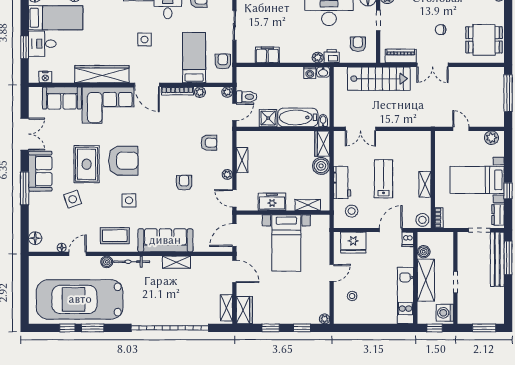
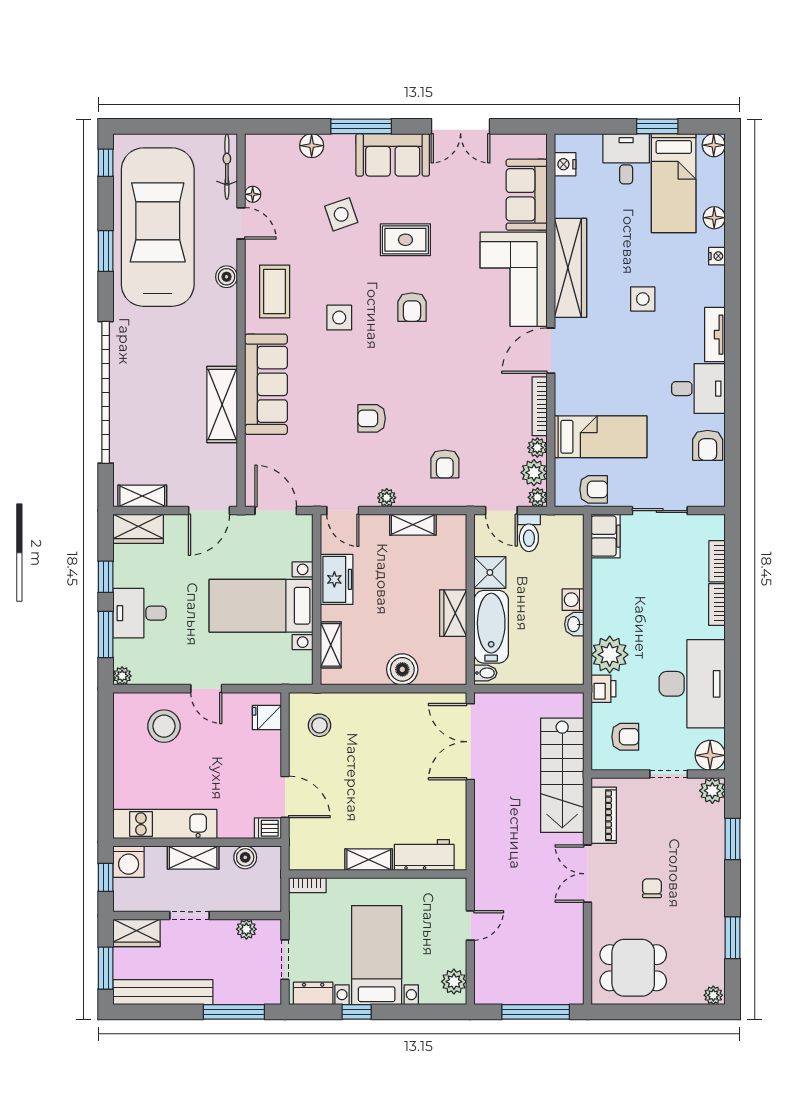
side table: (145, 40) -> (643, 299), moved
dining table: (484, 40) -> (633, 968), turned 90
window: (25, 47) -> (657, 126), moved
filing cabinet: (267, 55) -> (606, 536), moved
plant: (318, 57) -> (610, 655), width x1.88, depth x1.88
washbasin: (323, 72) -> (574, 624), moved
washing machine: (310, 73) -> (573, 600), moved
plant: (214, 94) -> (534, 473), added
double door: (361, 129) -> (470, 742), width x1.37
wardrobe: (322, 144) -> (453, 613), moved, turned -90
armchair: (123, 161) -> (412, 307), width x0.53, depth x0.53
rug: (87, 164) -> (405, 240), width x0.73, depth x0.70
lab bench: (383, 179) -> (379, 784), removed
armchair: (184, 183) -> (372, 418), turned 180
workbench: (342, 183) -> (424, 855), moved, turned 180
door: (234, 198) -> (343, 511), swing flipped
stool: (422, 220) -> (304, 855), removed
floor lamp: (35, 238) -> (312, 146), moved
fridge: (353, 243) -> (267, 718), width x0.53, depth x0.75
plant: (463, 251) -> (246, 929), added
bench: (497, 259) -> (163, 992), moved
bicycle: (132, 262) -> (227, 167), moved
shelving: (176, 262) -> (222, 404), width x1.50, depth x1.33
shelving: (426, 280) -> (193, 858), width x0.67, depth x0.75
stool: (352, 296) -> (164, 726), width x1.89, depth x1.89
desk: (290, 309) -> (140, 613), added
wardrobe: (465, 311) -> (137, 933), added
washing machine: (445, 313) -> (129, 862), moved, turned 180
window: (67, 328) -> (106, 163), moved
window: (302, 328) -> (106, 634), width x1.50

